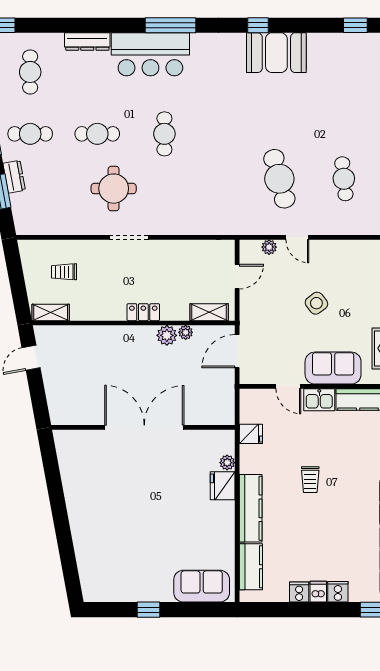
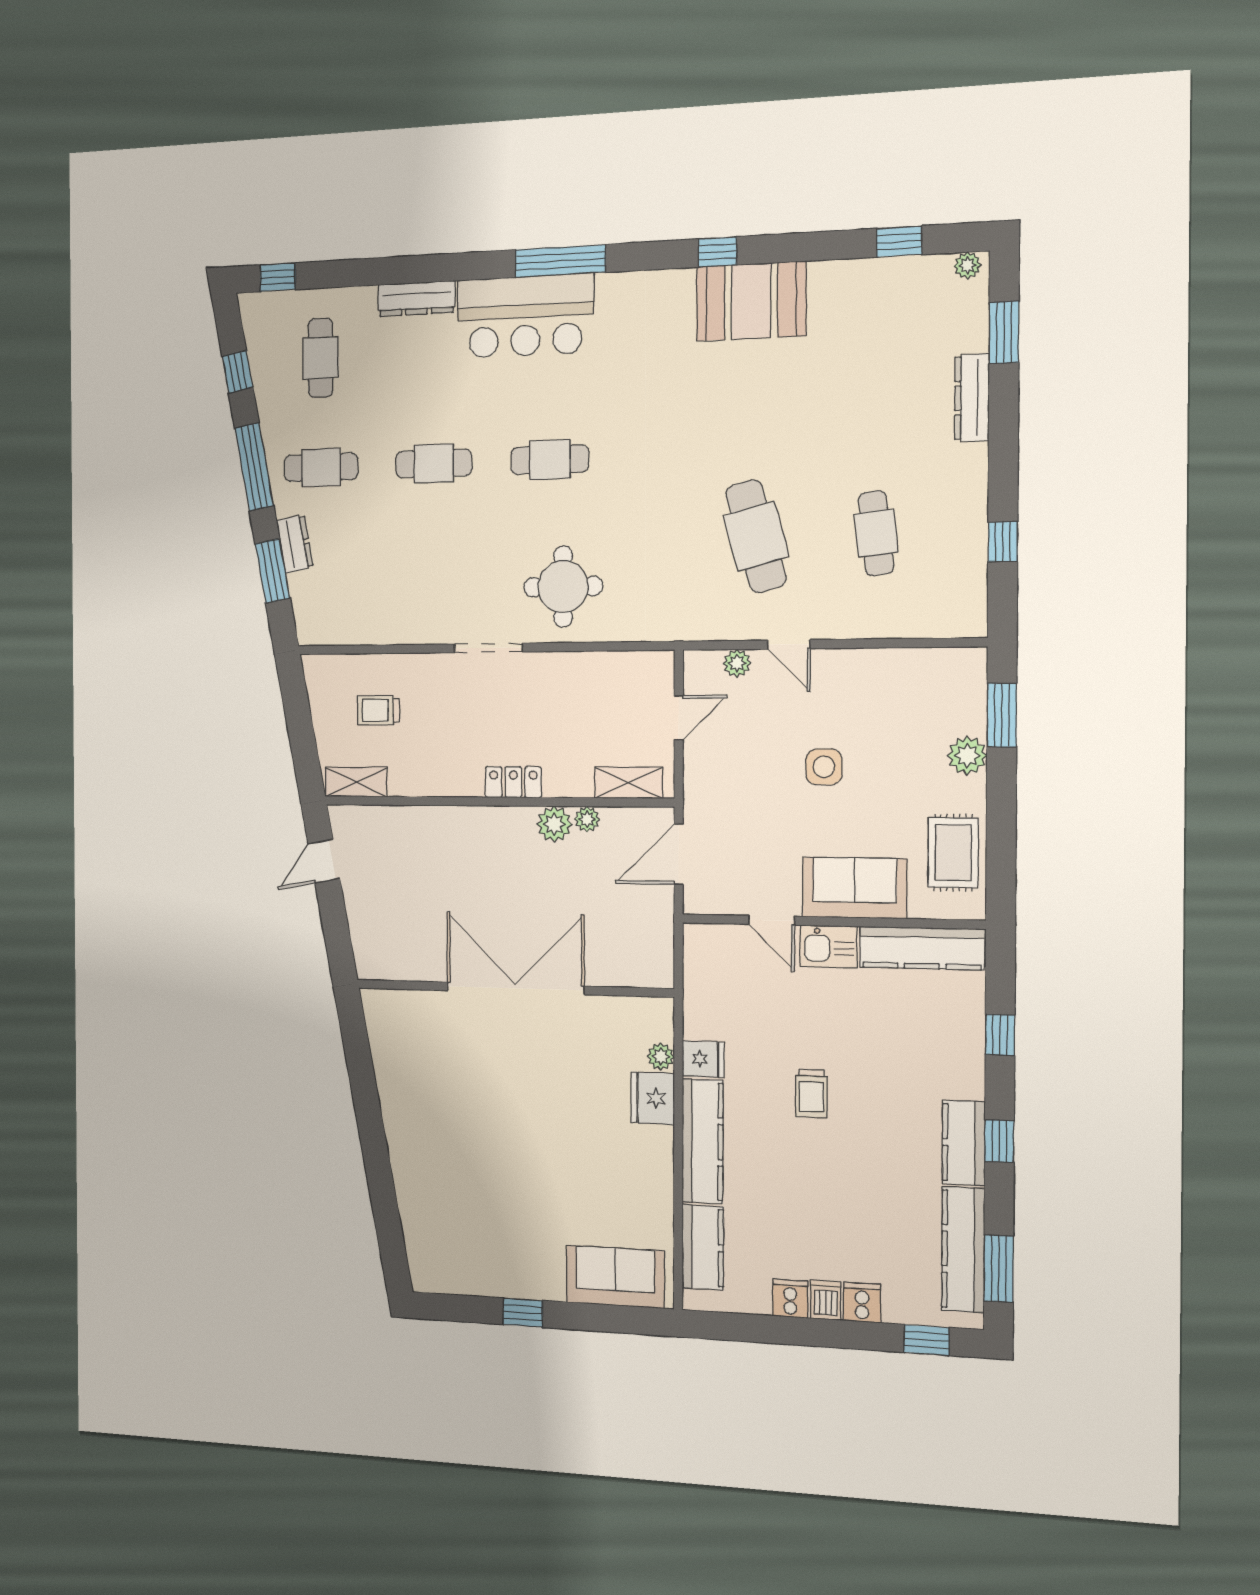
cafe table: (164, 134) -> (550, 460), turned 90
round table: (114, 189) -> (563, 587), moved
side table: (316, 303) -> (824, 767), turned 37
fridge: (251, 434) -> (703, 1059), moved

